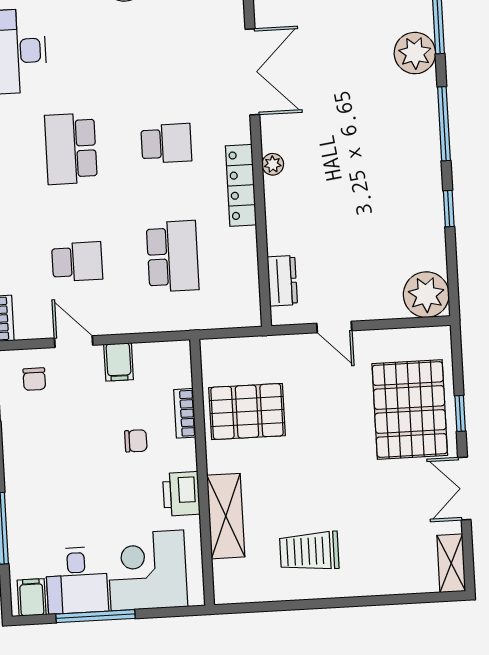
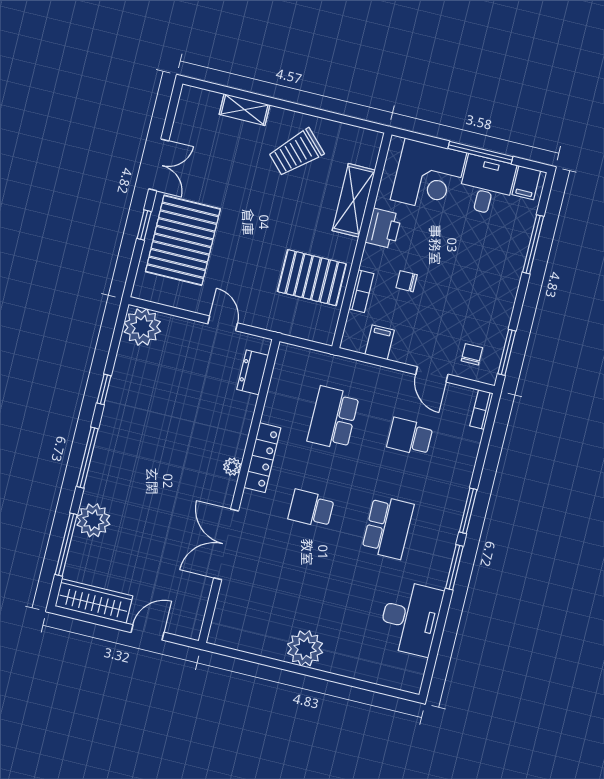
filing cabinet: (119, 362) -> (380, 342), moved
trolley: (309, 551) -> (296, 153), turned 136
shelving: (451, 563) -> (245, 110), moved, turned 90

